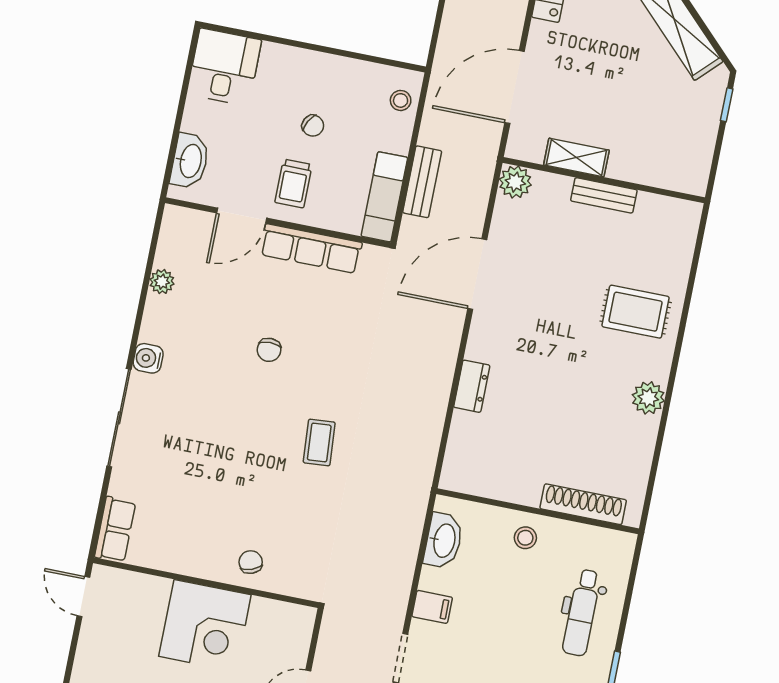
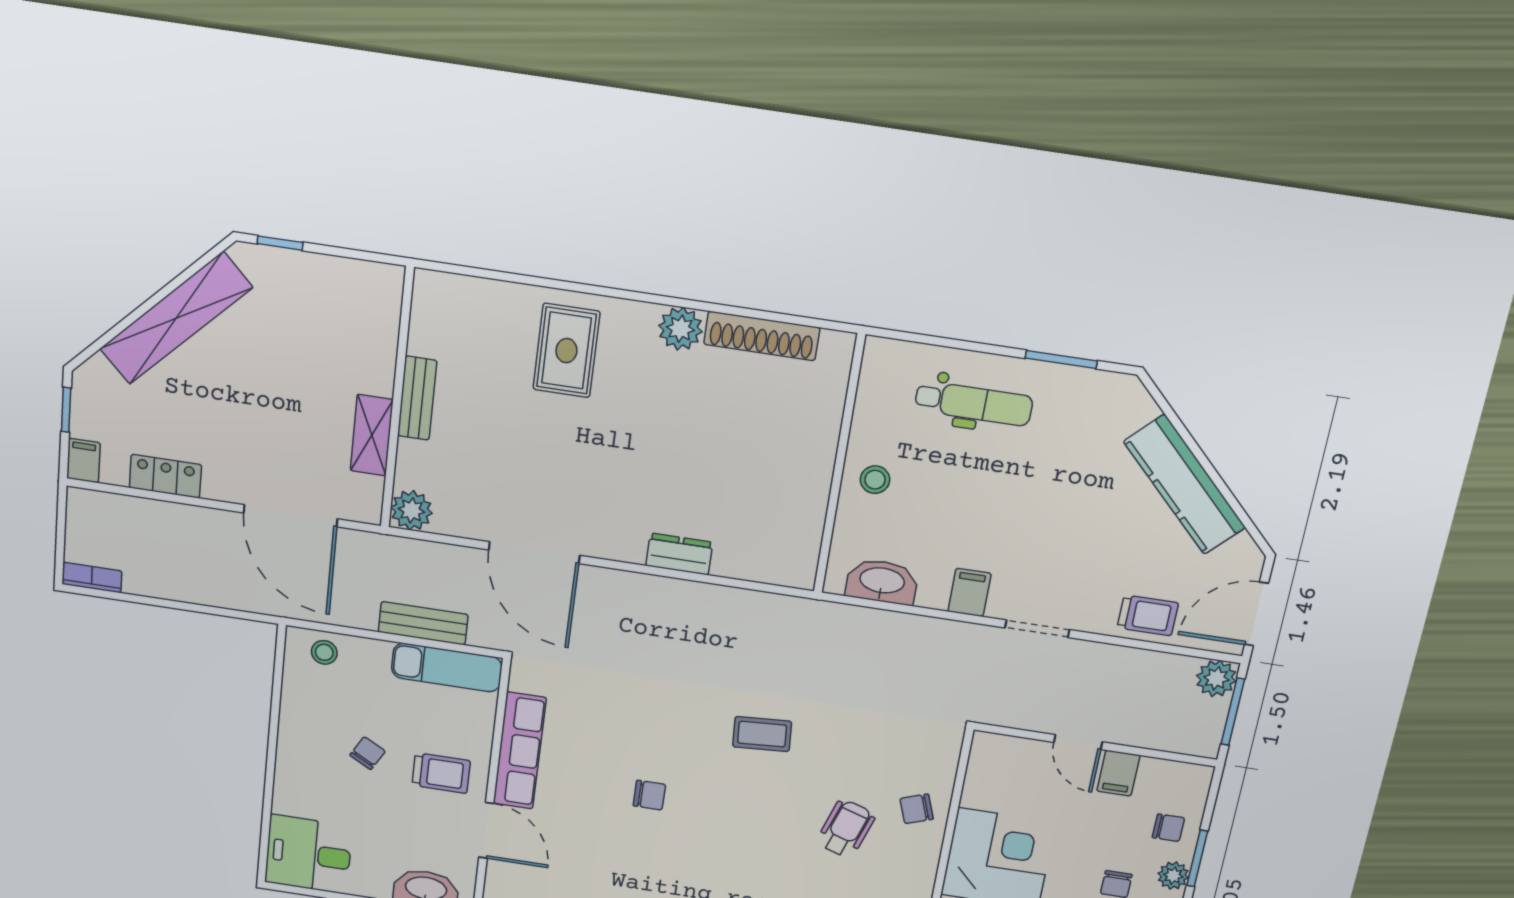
shoe rack: (583, 504) -> (762, 336), moved, turned -90
wheelchair: (235, 505) -> (846, 829), added

